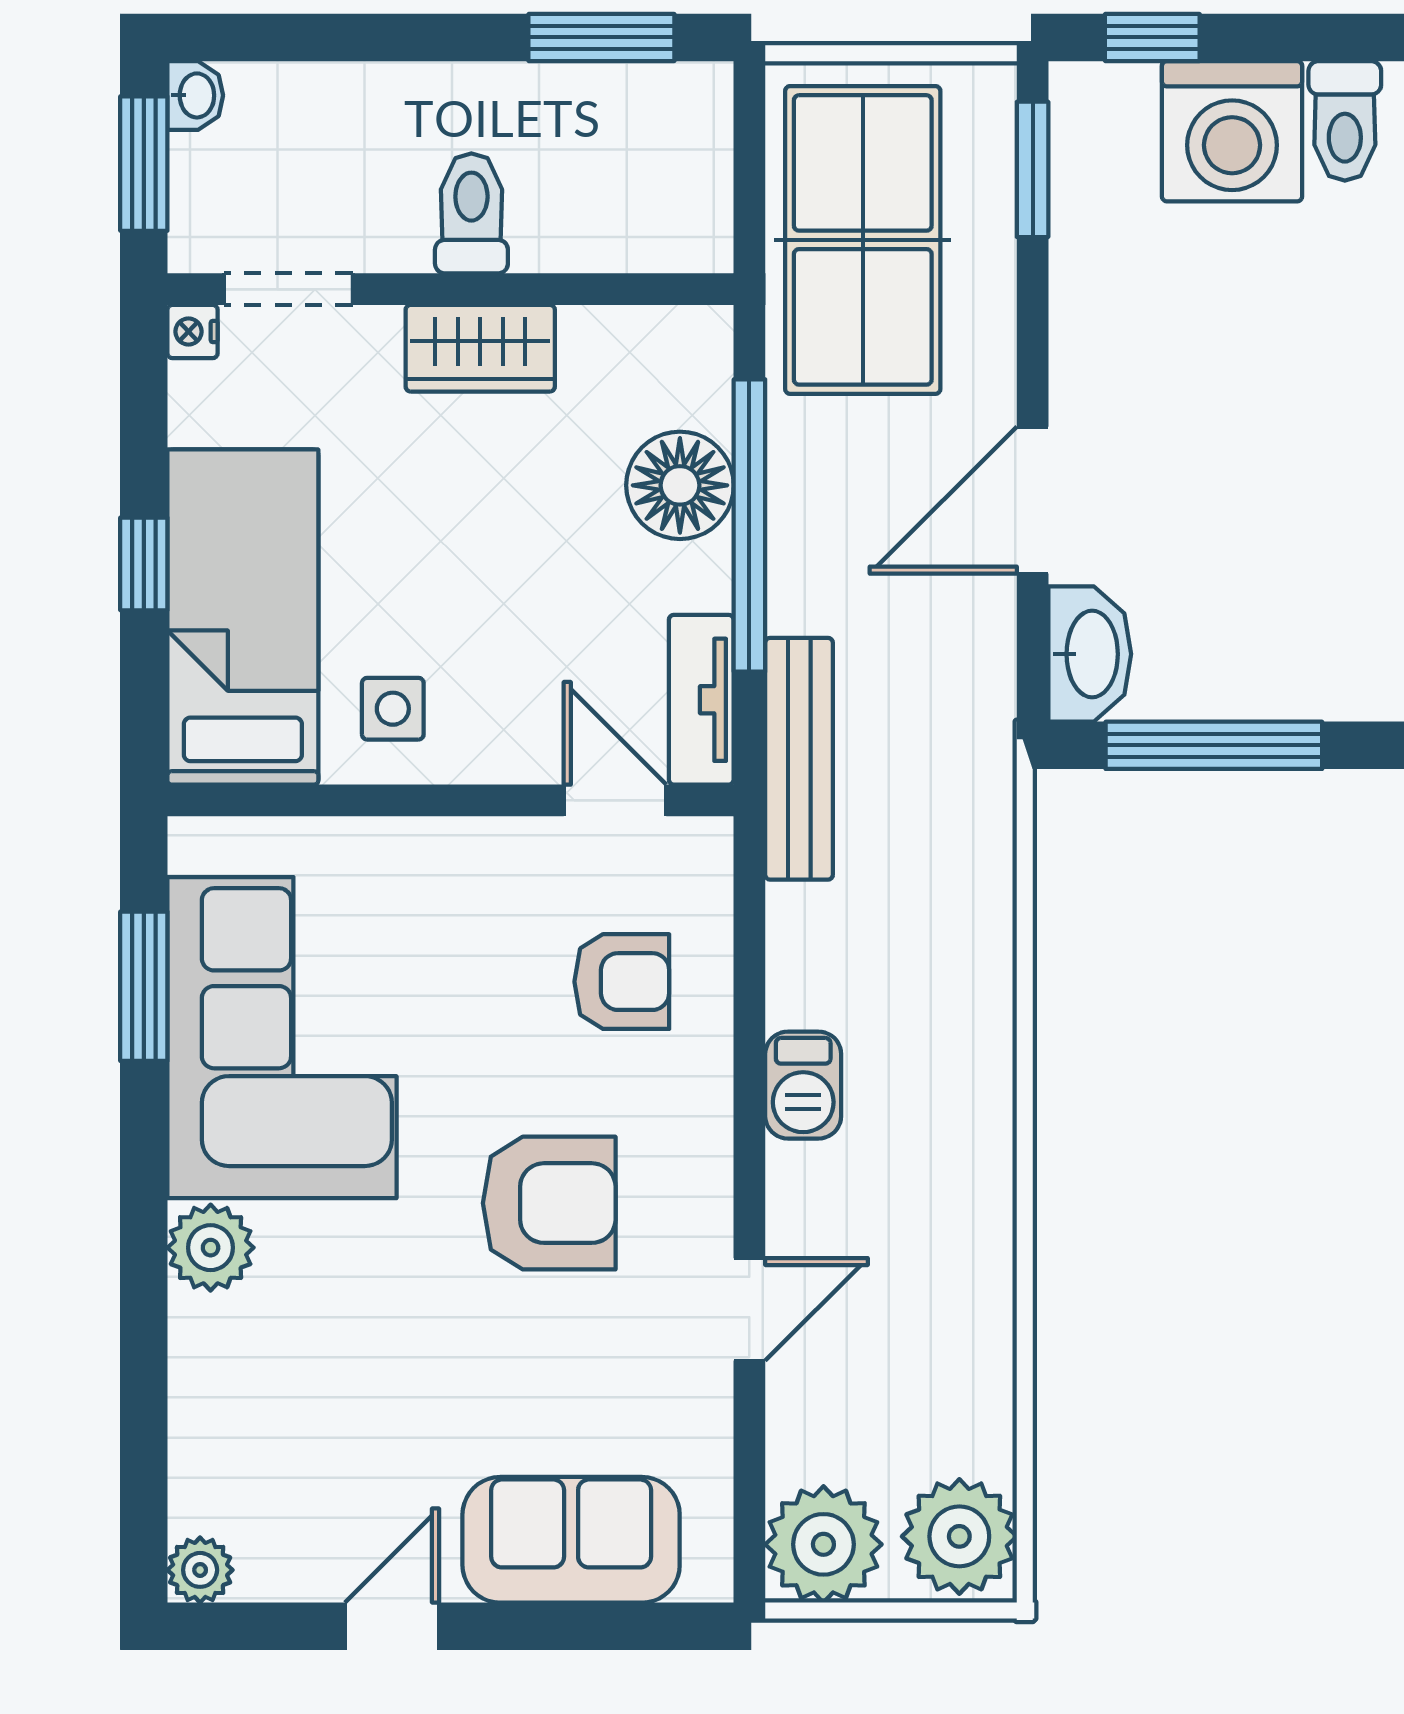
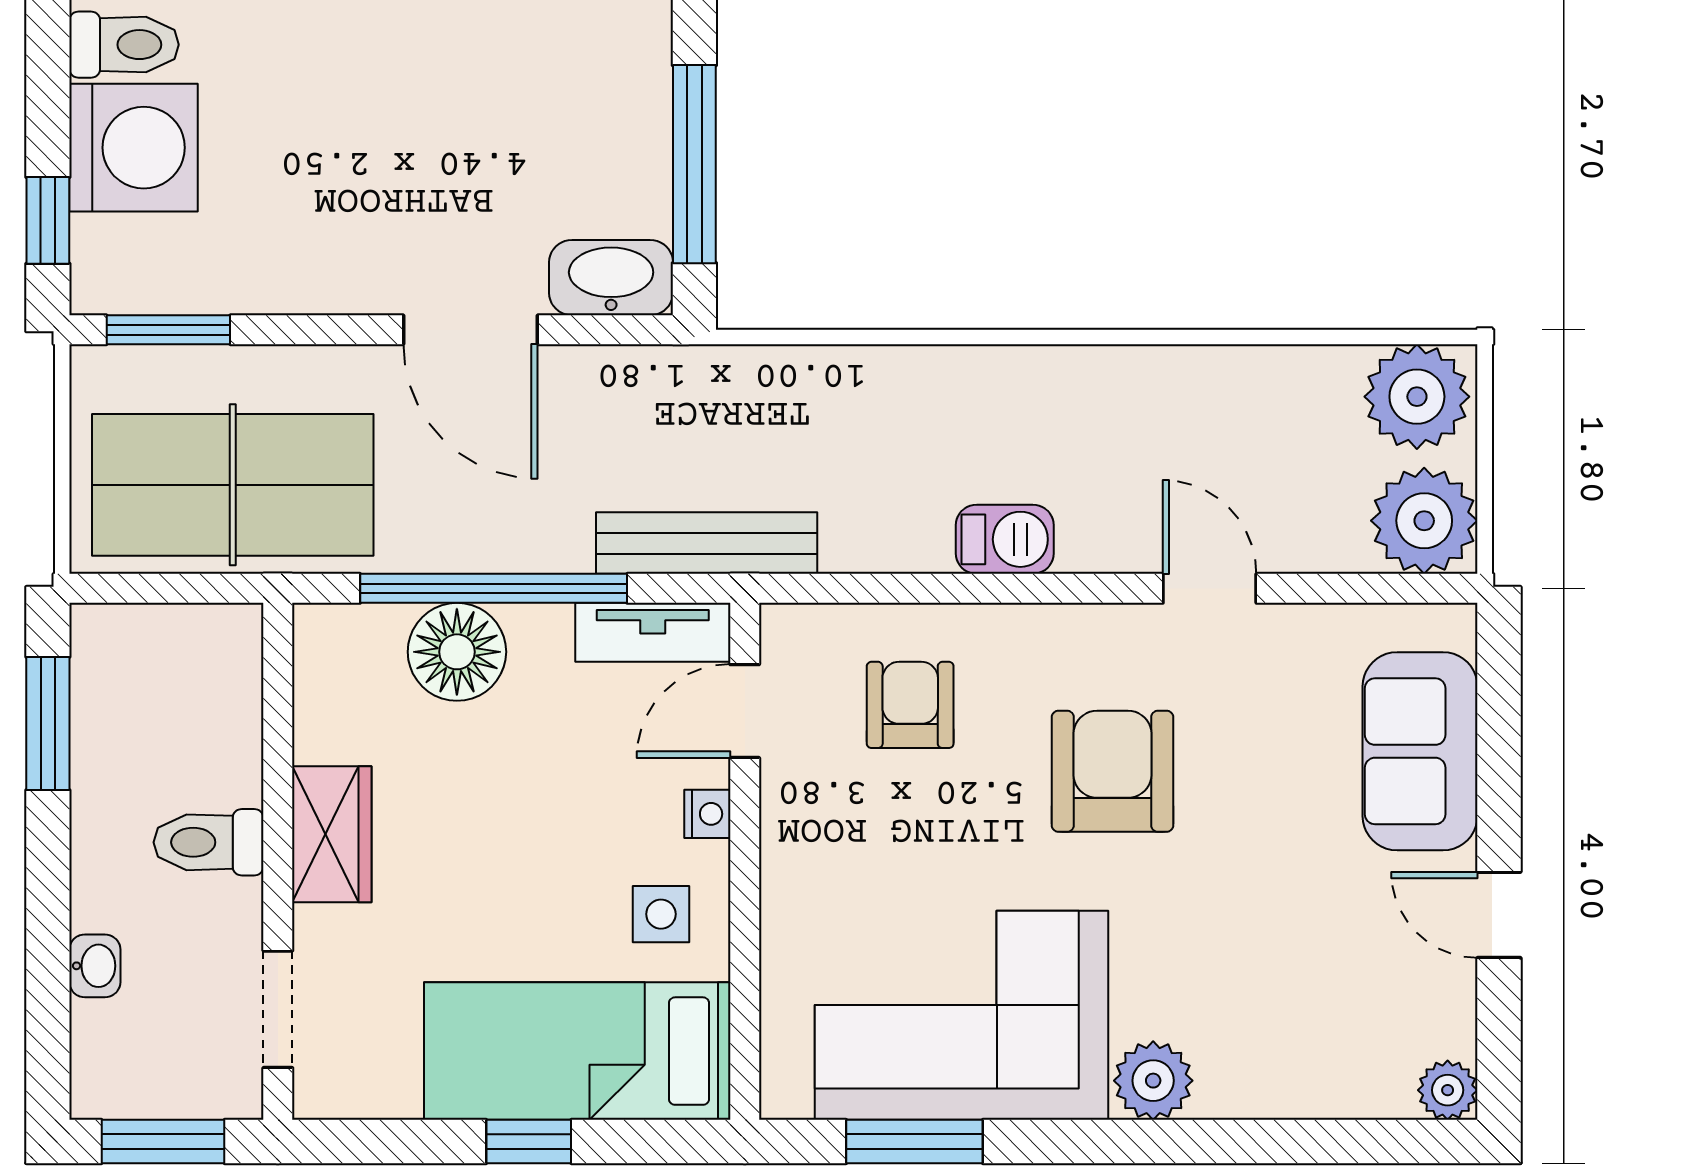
washbasin: (195, 95) -> (95, 966), moved, turned 90
nightstand: (193, 332) -> (707, 814), moved, turned -90

